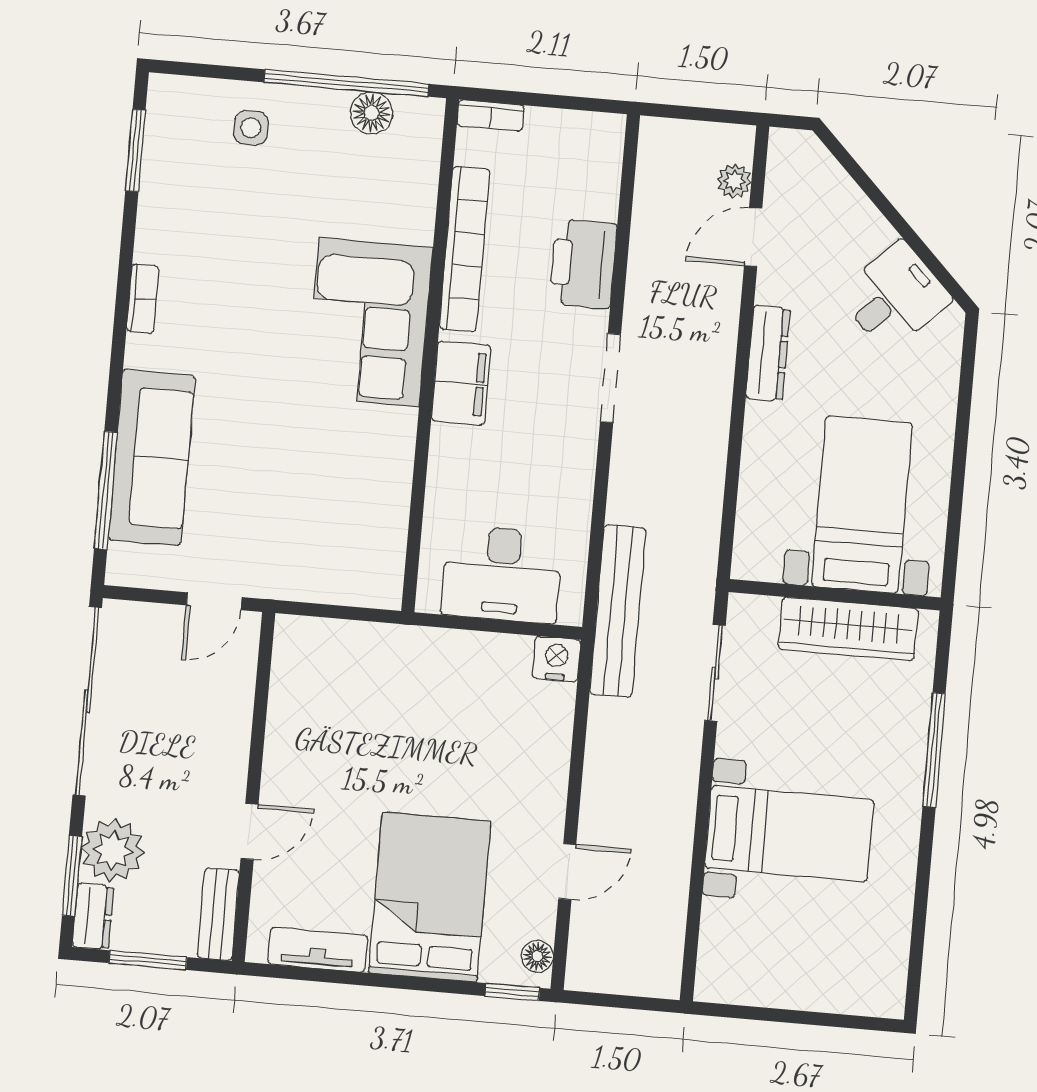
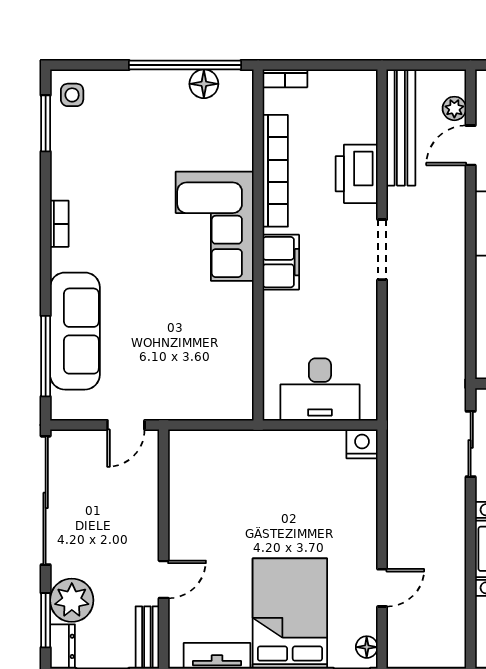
side table: (251, 128) -> (72, 95), moved
bench: (618, 611) -> (401, 128), moved

